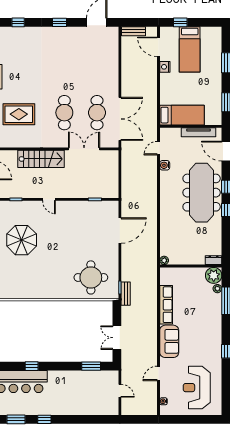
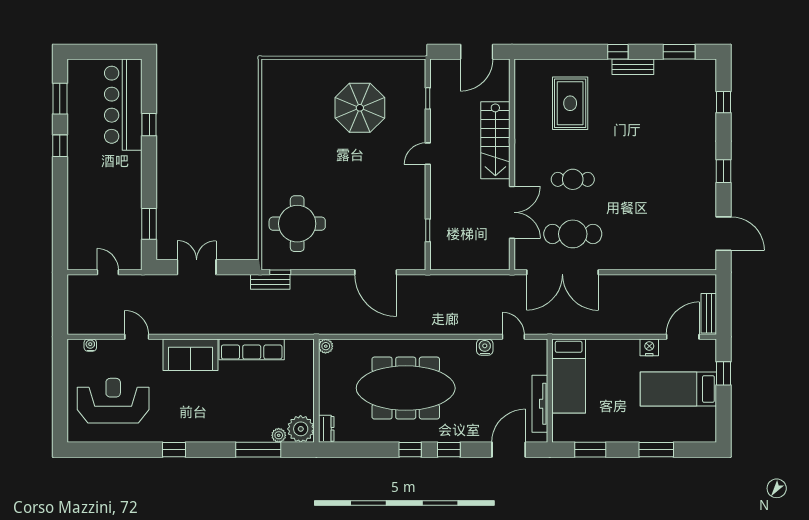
bench: (133, 31) -> (709, 313), moved
cafe table: (64, 113) -> (573, 179), width x0.73, depth x0.74
meeting table: (202, 193) -> (406, 388), moved
door: (120, 391) -> (108, 272), swing flipped

